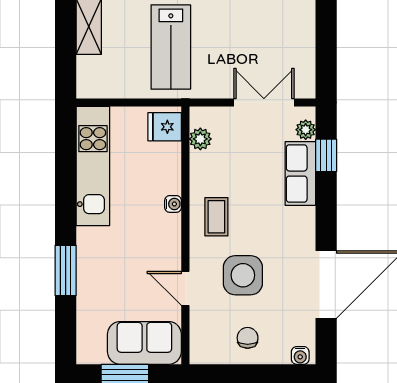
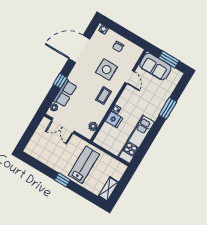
fridge: (165, 127) -> (114, 120), moved
window: (326, 155) -> (60, 81), moved

